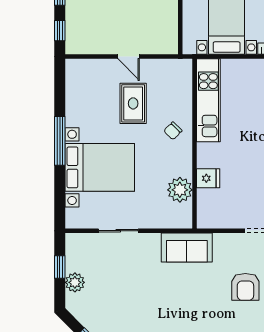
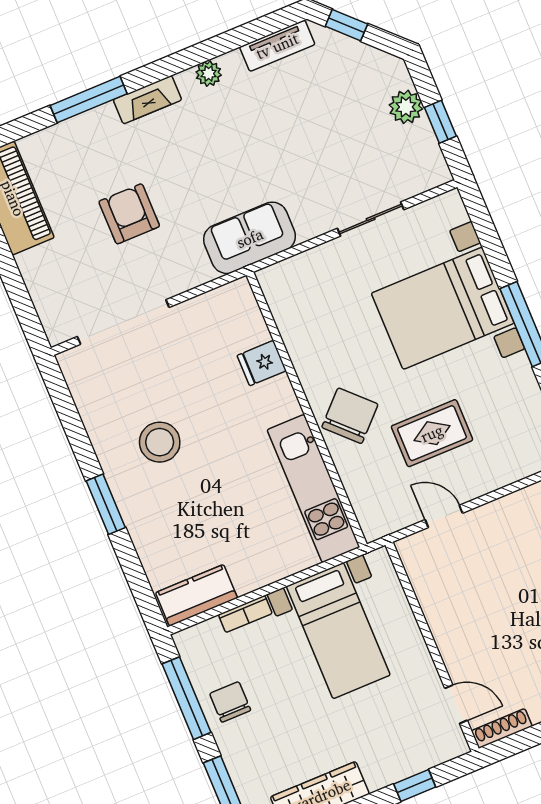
door: (129, 57) -> (444, 516), moved
rug: (133, 103) -> (432, 433), turned 90
chair: (173, 131) -> (350, 416), width x1.87, depth x1.87
plant: (180, 190) -> (299, 326), removed

